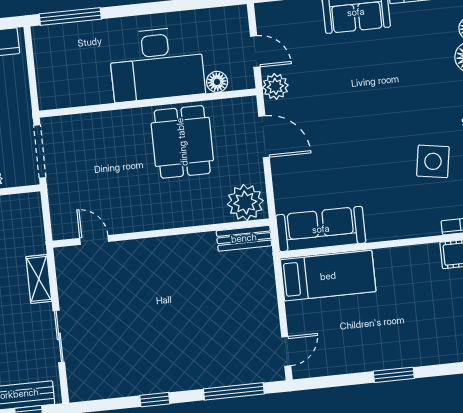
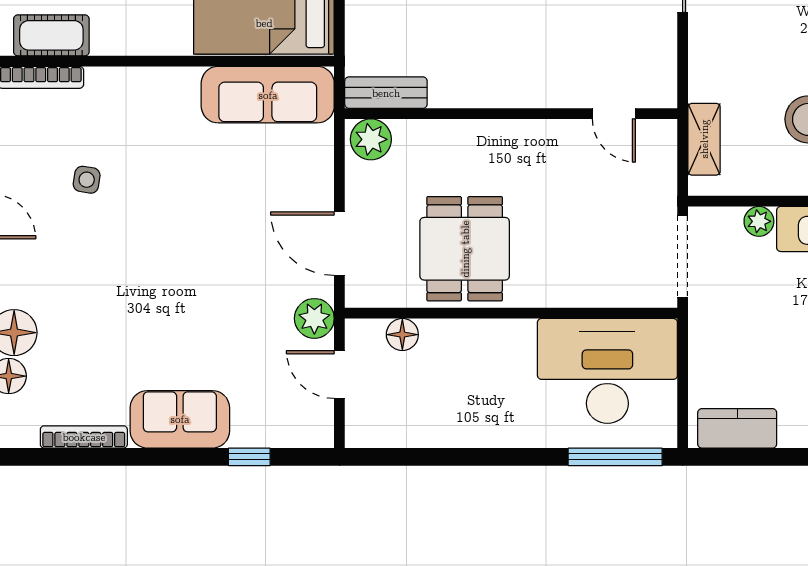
desk: (157, 64) -> (607, 371), moved
side table: (433, 161) -> (87, 180), width x0.54, depth x0.54
plant: (245, 202) -> (371, 139), width x0.73, depth x0.73
shelving: (39, 279) -> (704, 139), moved

